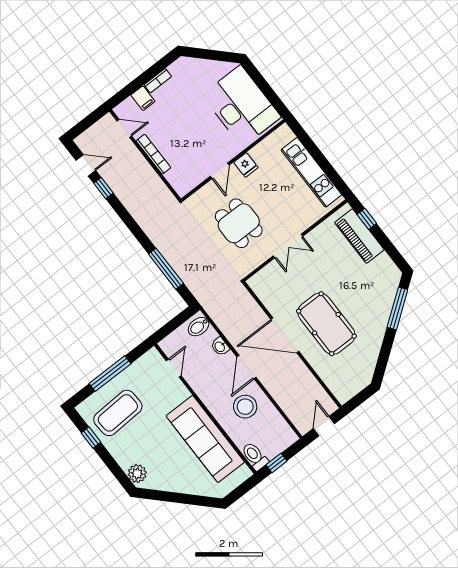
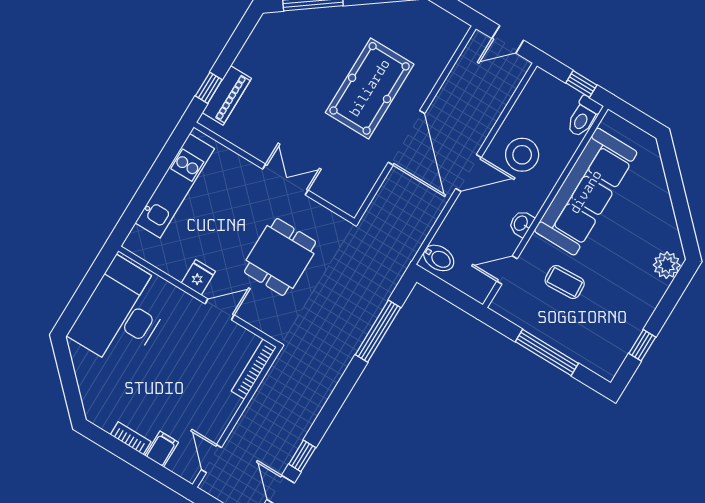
bookcase: (153, 154) -> (254, 369), moved
piano: (359, 236) -> (227, 95), width x0.73, depth x0.75
washbasin: (220, 347) -> (521, 223), moved, turned 180
coffee table: (118, 413) -> (565, 282), moved, width x0.54, depth x0.58

